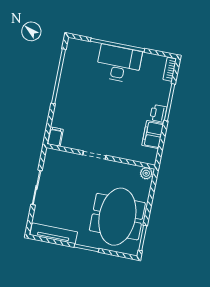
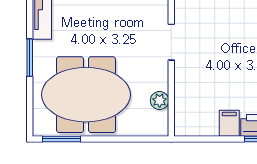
filing cabinet: (153, 135) -> (229, 123), width x0.50
plant: (146, 173) -> (160, 100), moved

